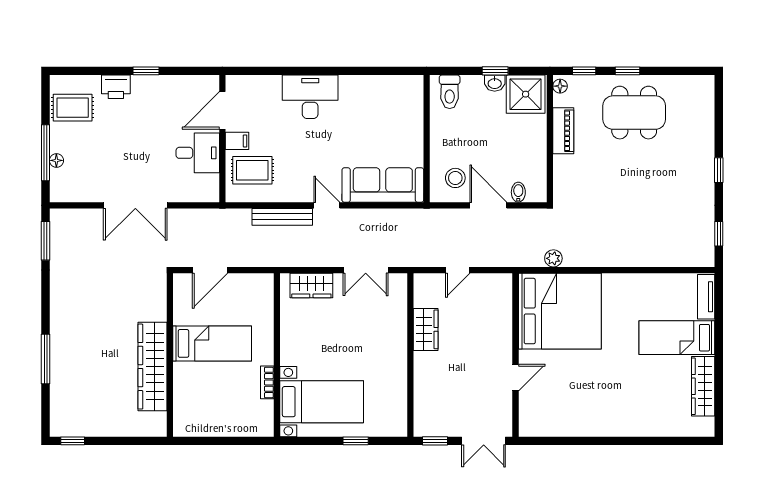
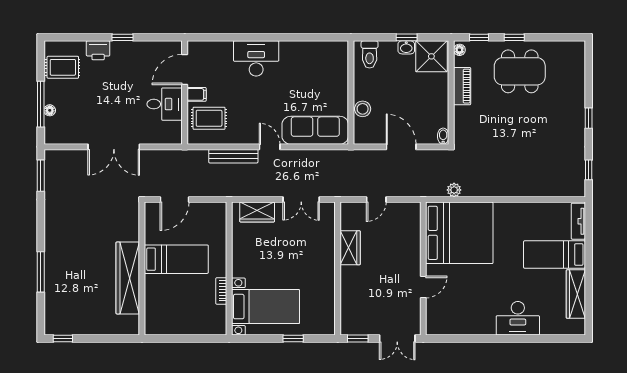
stool: (455, 178) -> (363, 109), moved
bidet: (518, 192) -> (443, 136), moved
desk: (632, 416) -> (518, 318), added

